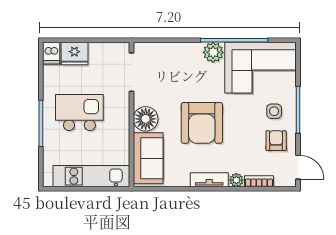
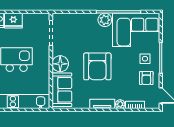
armchair: (276, 141) -> (146, 78), turned 180

